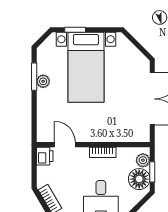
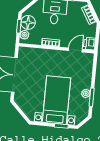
door: (65, 145) -> (75, 50), swing flipped

